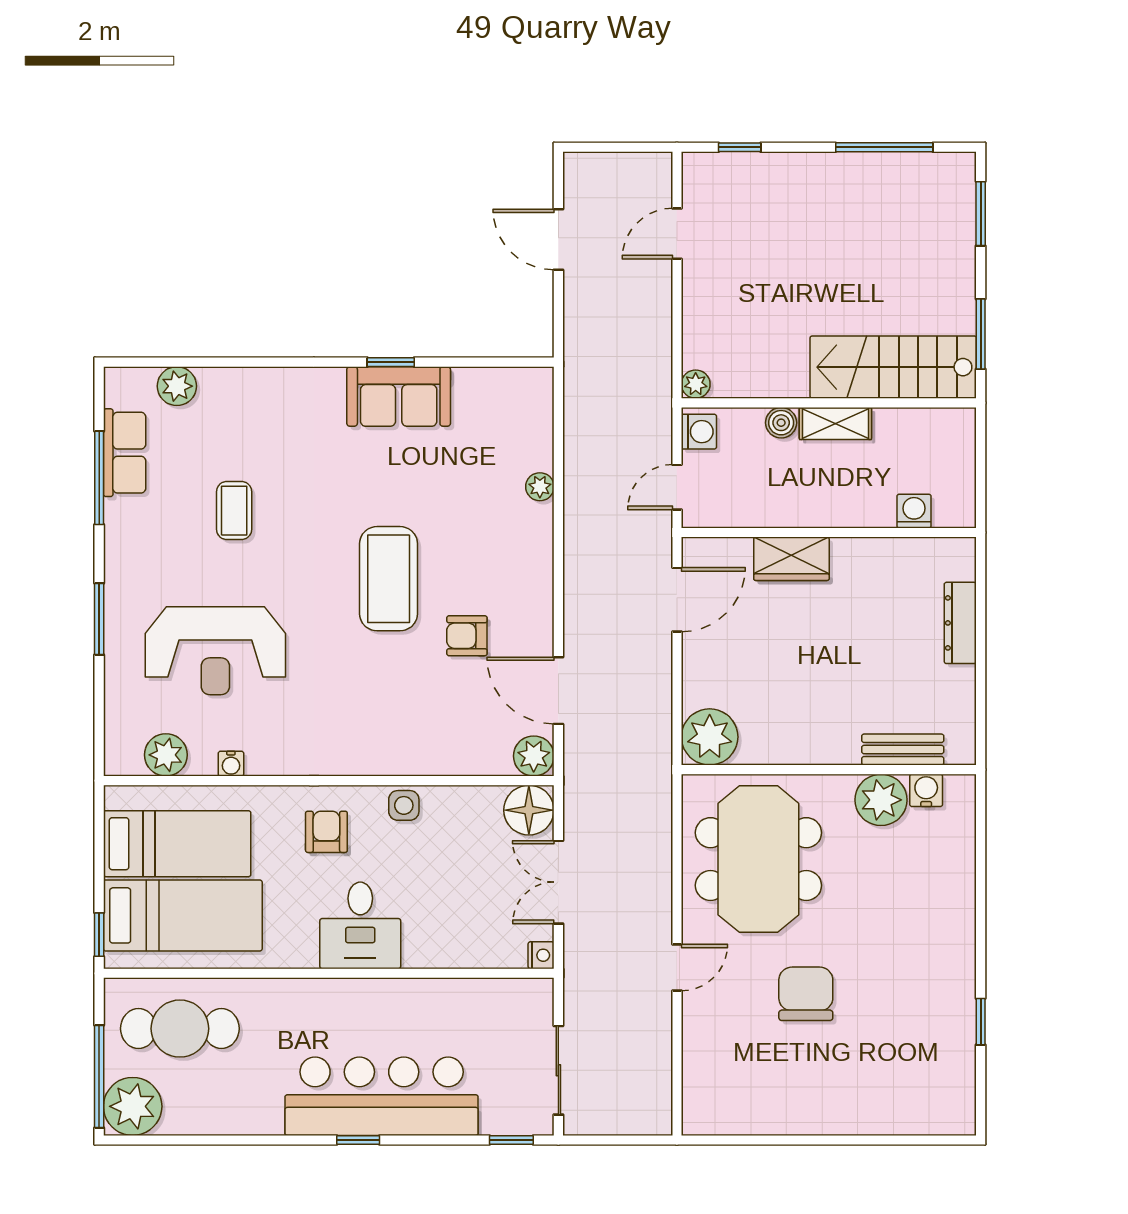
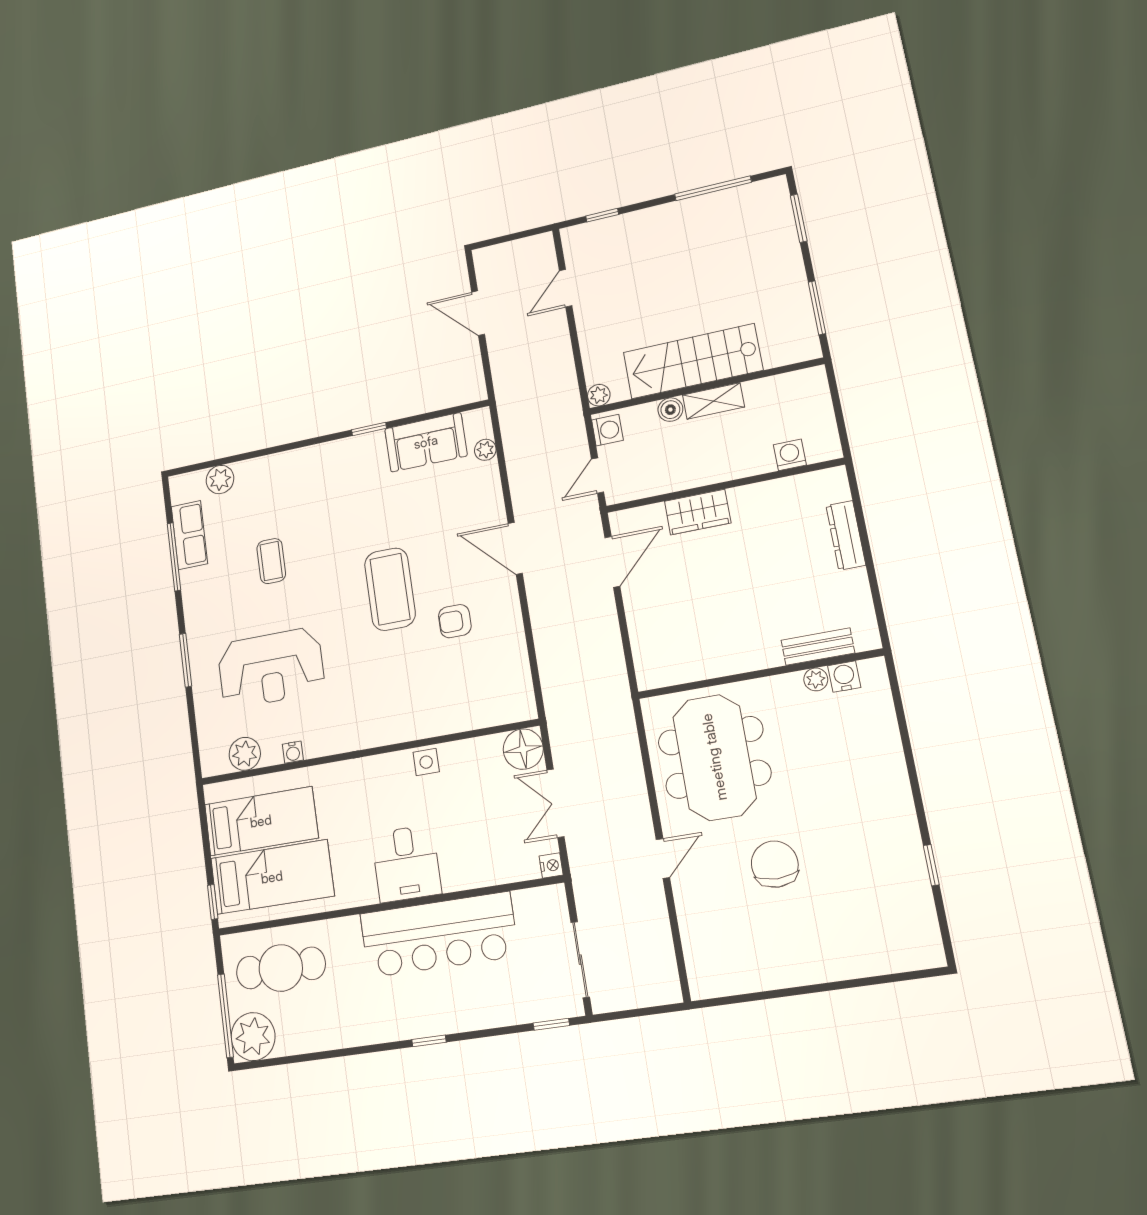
stairs: (893, 367) -> (693, 361), moved
sofa: (399, 396) -> (426, 442), moved
plant: (540, 487) -> (485, 450), moved
door: (558, 691) -> (515, 548), moved
plant: (710, 737) -> (657, 665), removed
plant: (534, 756) -> (520, 705), removed
plant: (881, 800) -> (816, 679), width x0.53, depth x0.53
armchair: (326, 832) -> (370, 793), removed
bar counter: (382, 1096) -> (439, 935), moved, turned 180

